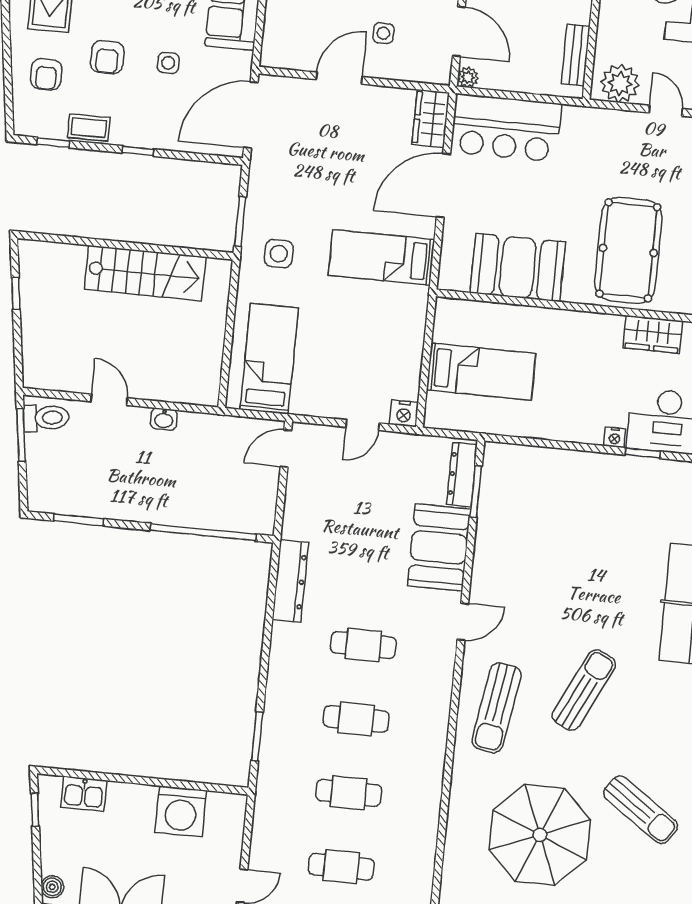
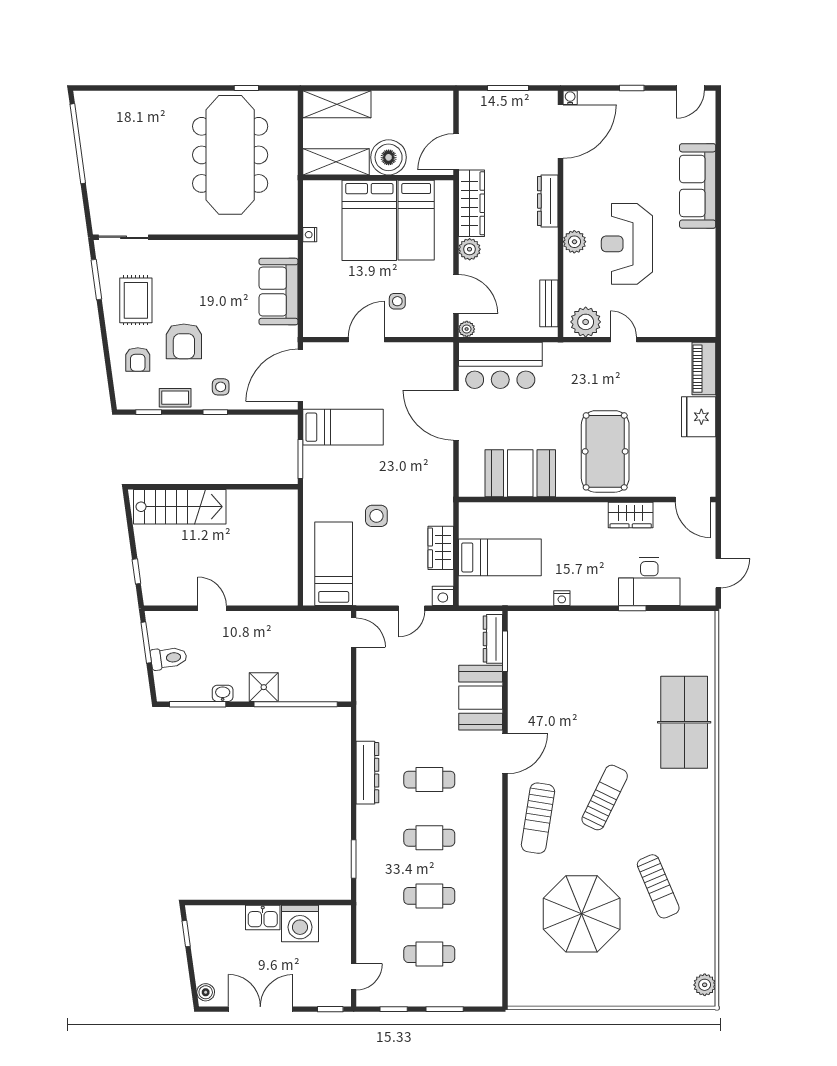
armchair: (107, 57) -> (184, 341), width x1.38, depth x1.38
side table: (168, 63) -> (221, 387), moved
wardrobe: (431, 118) -> (441, 548), moved
door: (443, 185) -> (456, 415), hinge flipped
side table: (279, 254) -> (376, 516), moved
bed: (382, 257) -> (343, 427), moved, turned 180
stairs: (145, 273) -> (180, 507), moved
window: (16, 293) -> (136, 571), moved
toilet: (46, 418) -> (169, 658), moved
washbasin: (164, 419) -> (223, 693), moved, turned 180
nightstand: (615, 437) -> (562, 598), moved
door: (286, 449) -> (354, 633), swing flipped
shower: (165, 507) -> (264, 687), added
window: (78, 520) -> (198, 704), width x1.44
dresser: (290, 581) -> (367, 773), moved
door: (463, 622) -> (505, 754), width x1.38
kitchen sink: (84, 794) -> (263, 917), moved
sun lounger: (641, 810) -> (658, 886), turned 32

